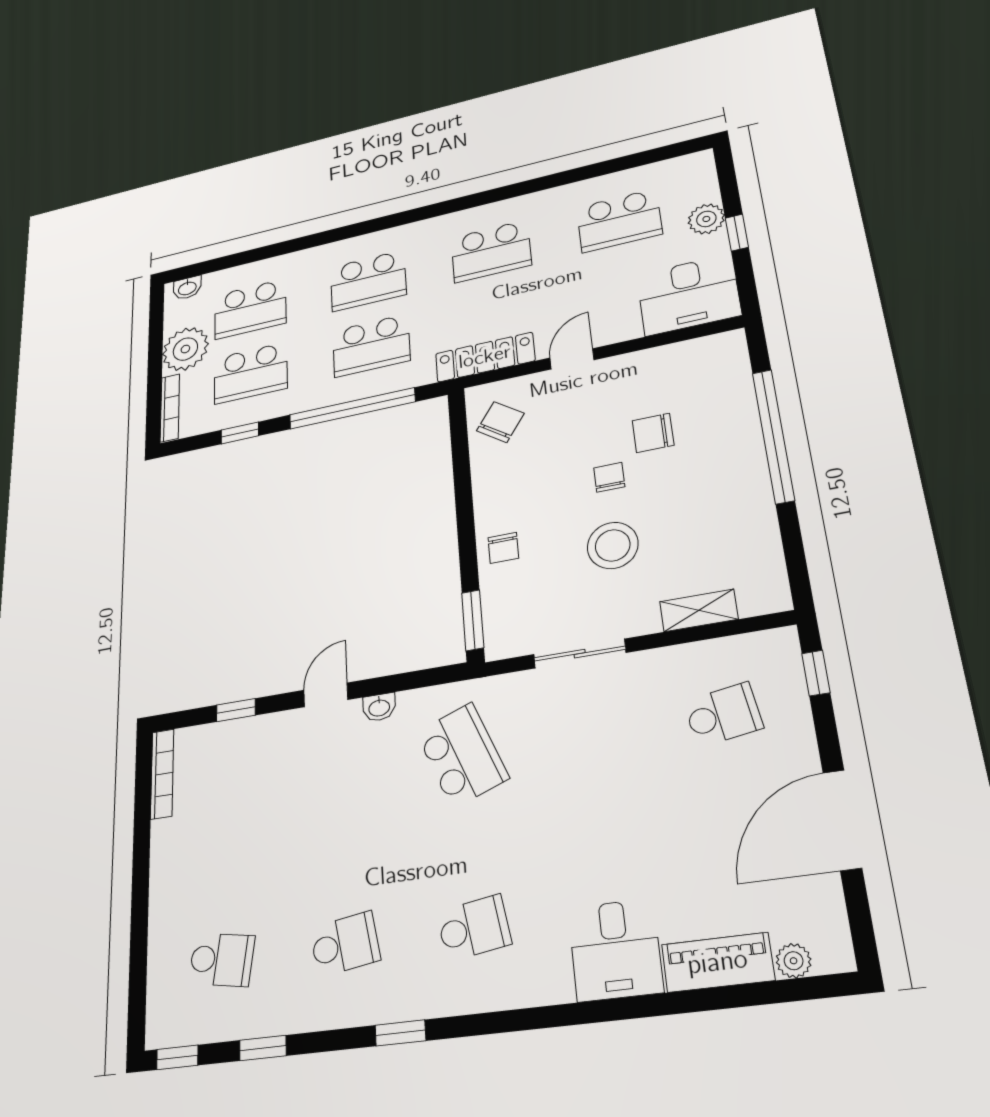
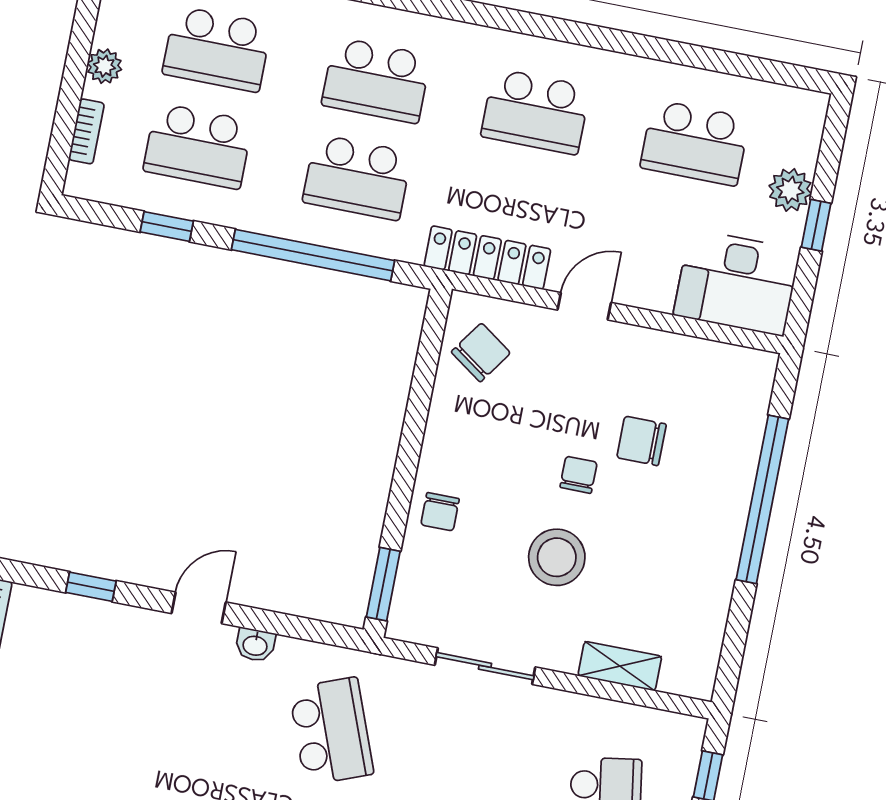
plant: (185, 349) -> (104, 66), width x0.53, depth x0.53
bookcase: (170, 408) -> (86, 131), width x0.64

